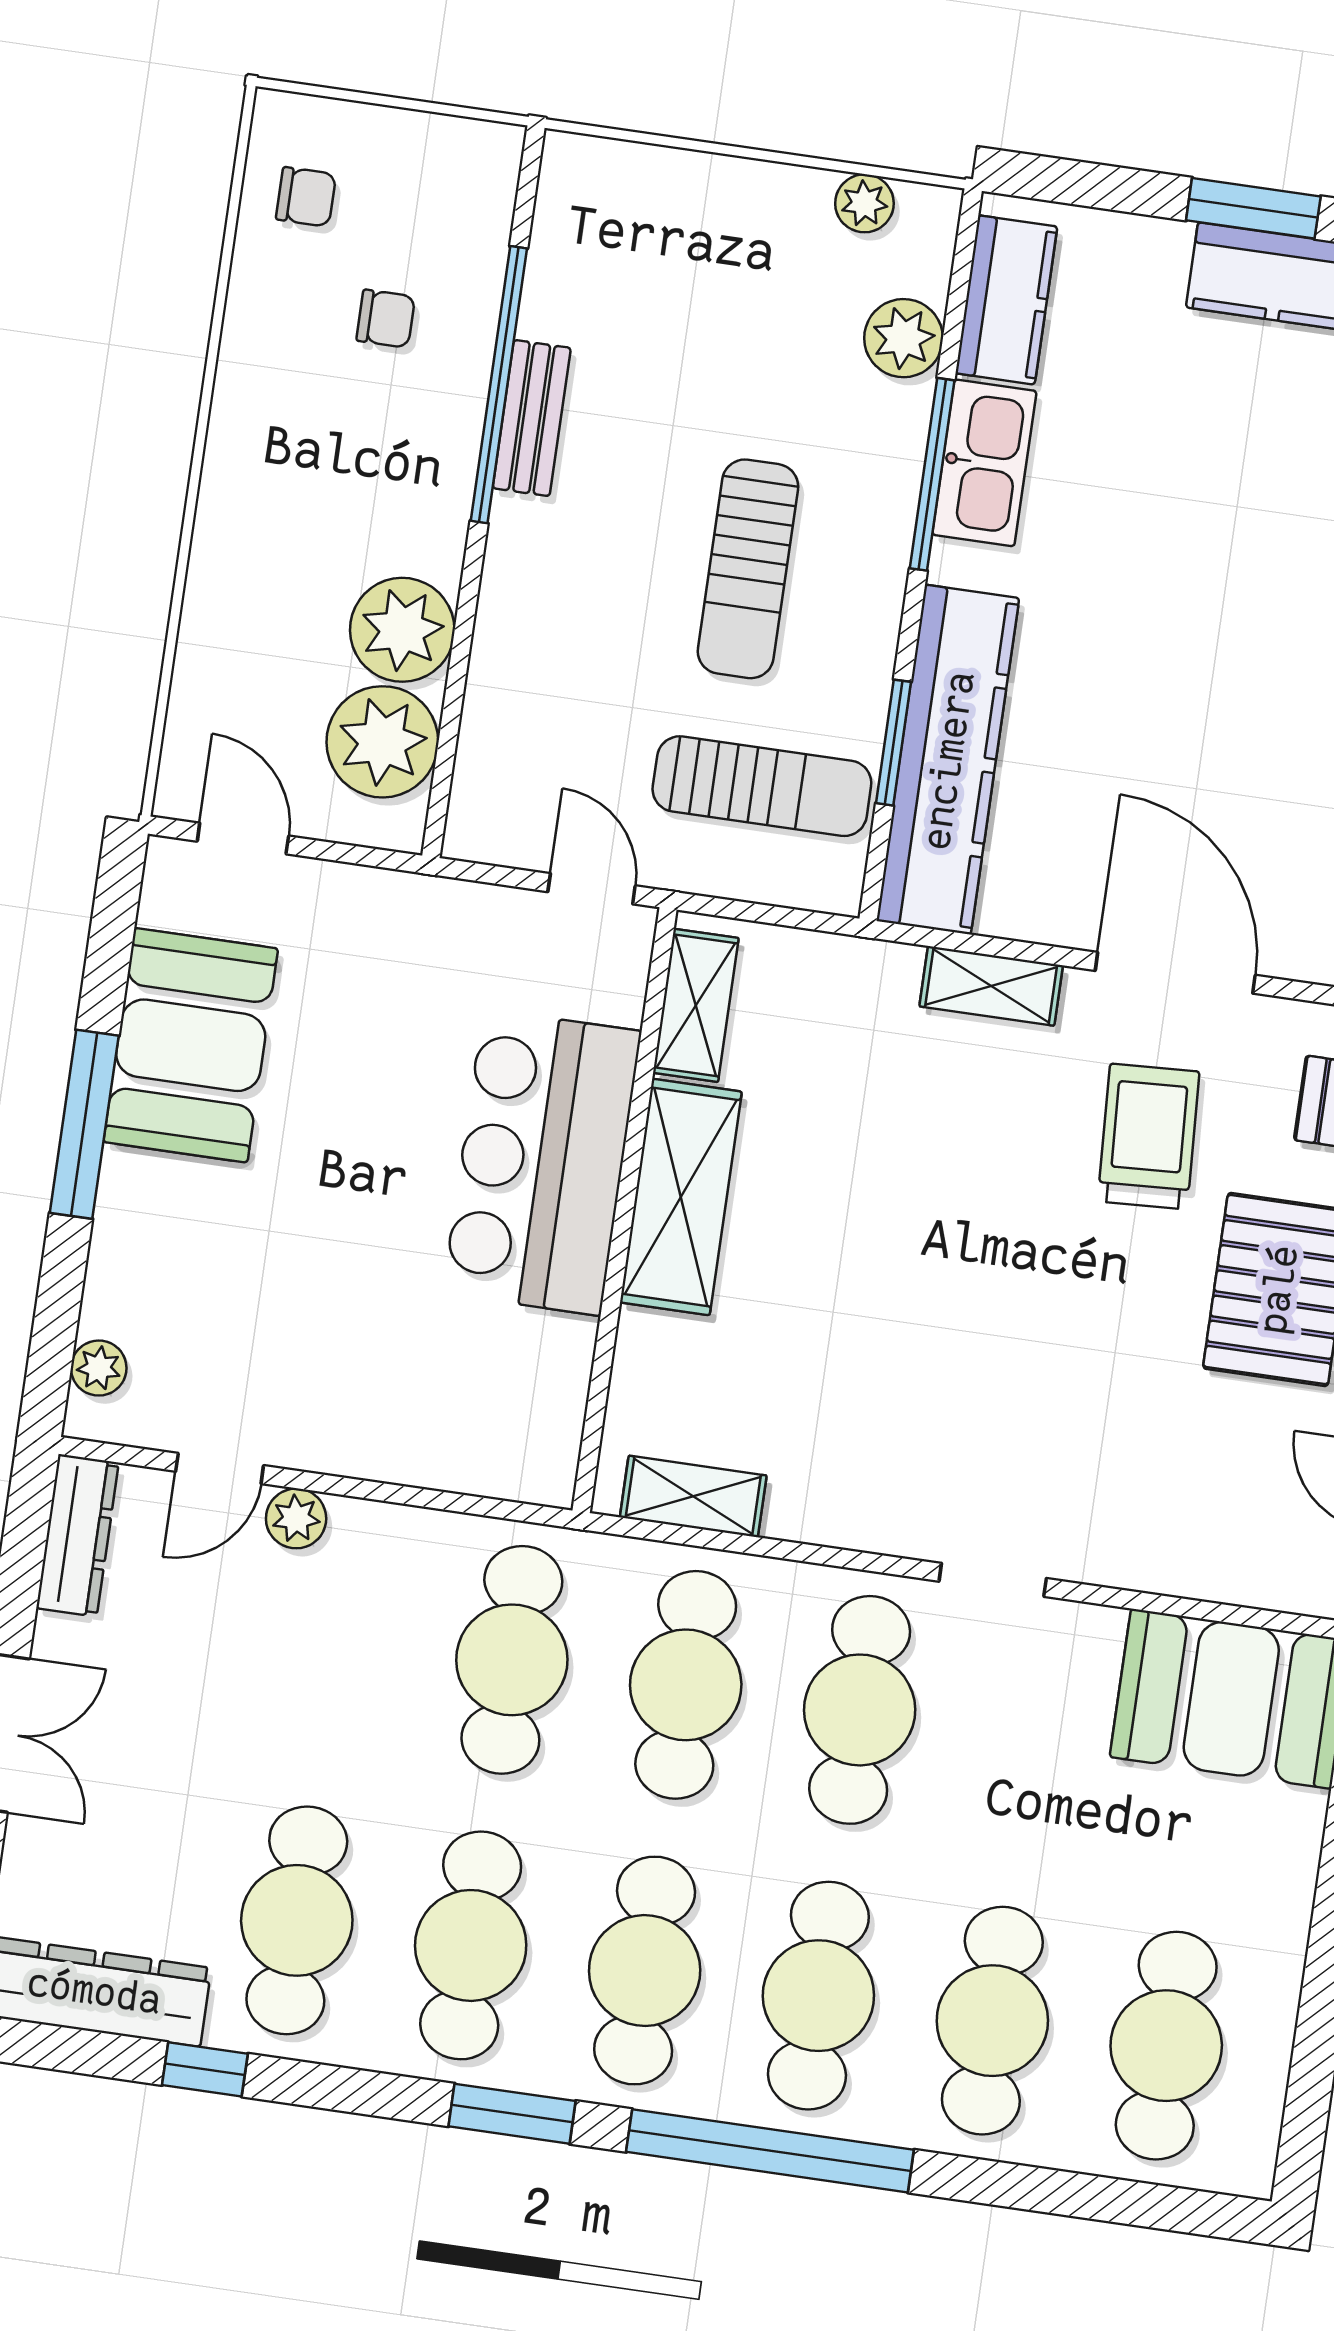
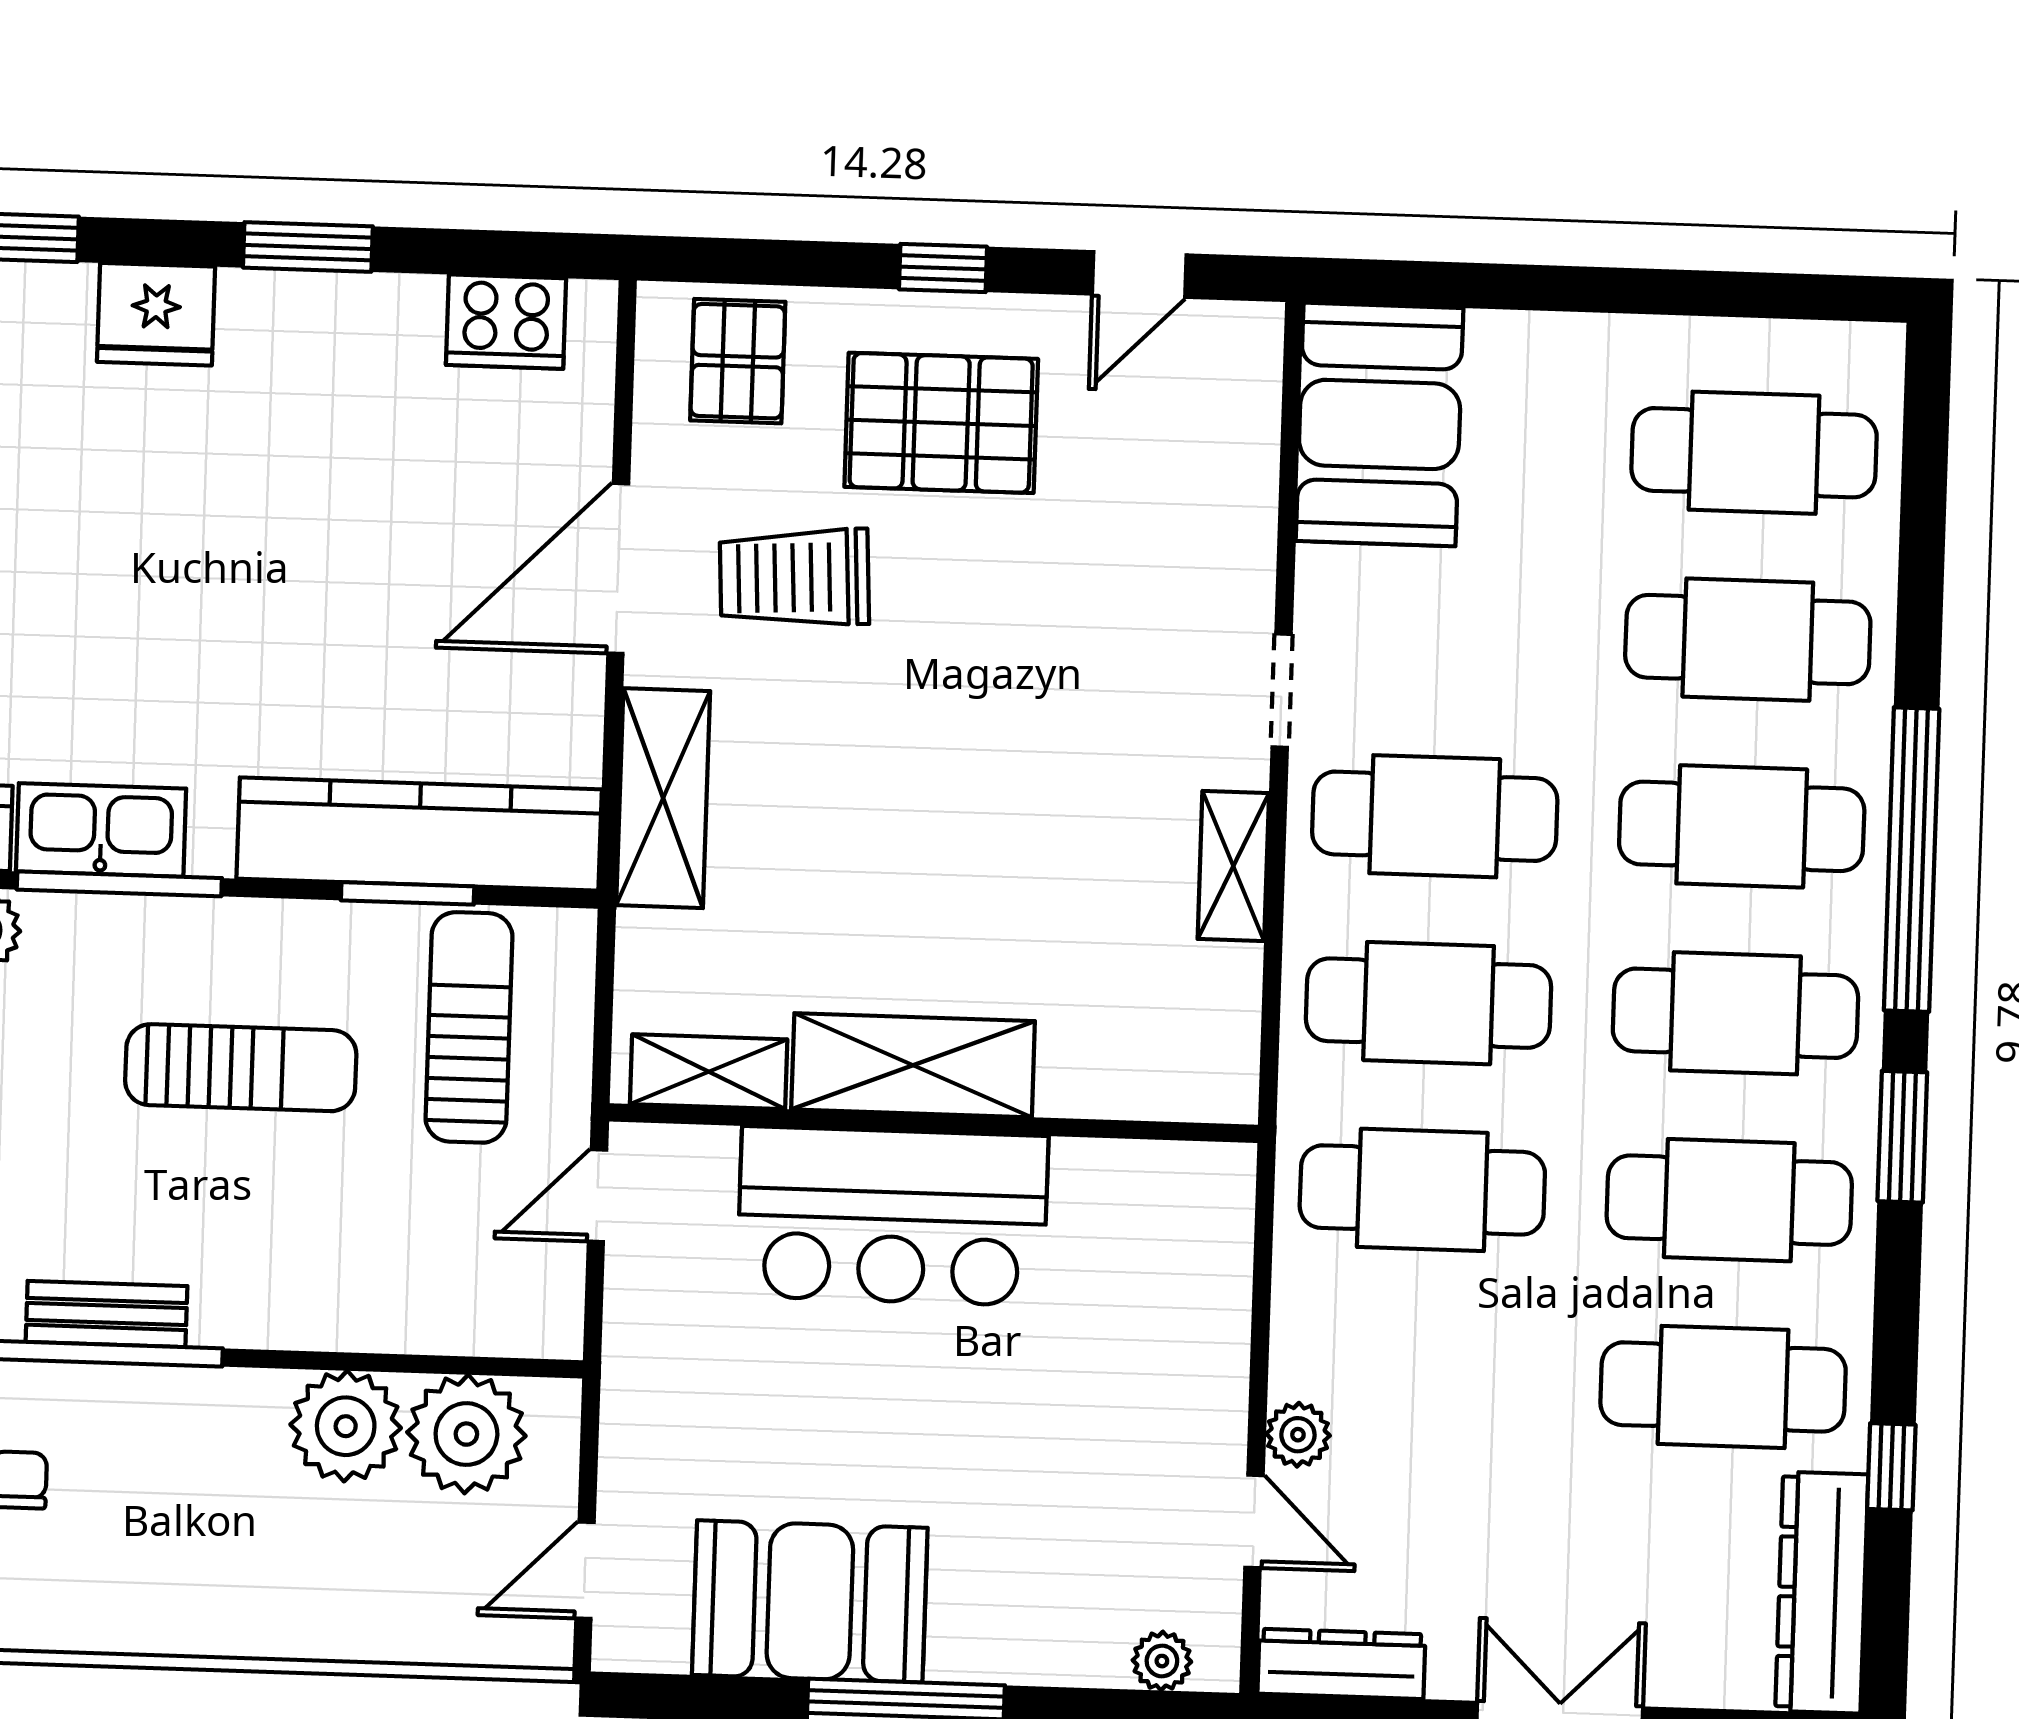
shelving: (991, 986) -> (663, 798), width x1.50, depth x1.33
shelving: (693, 1496) -> (1233, 866), moved

